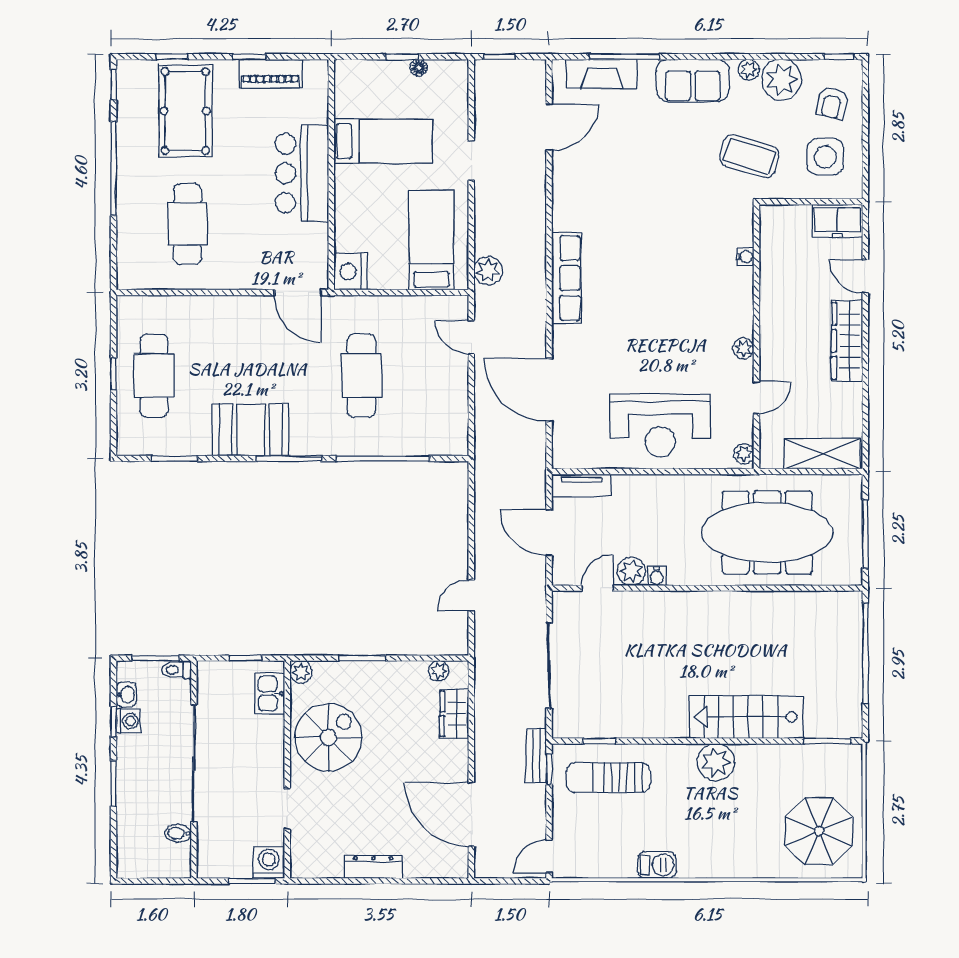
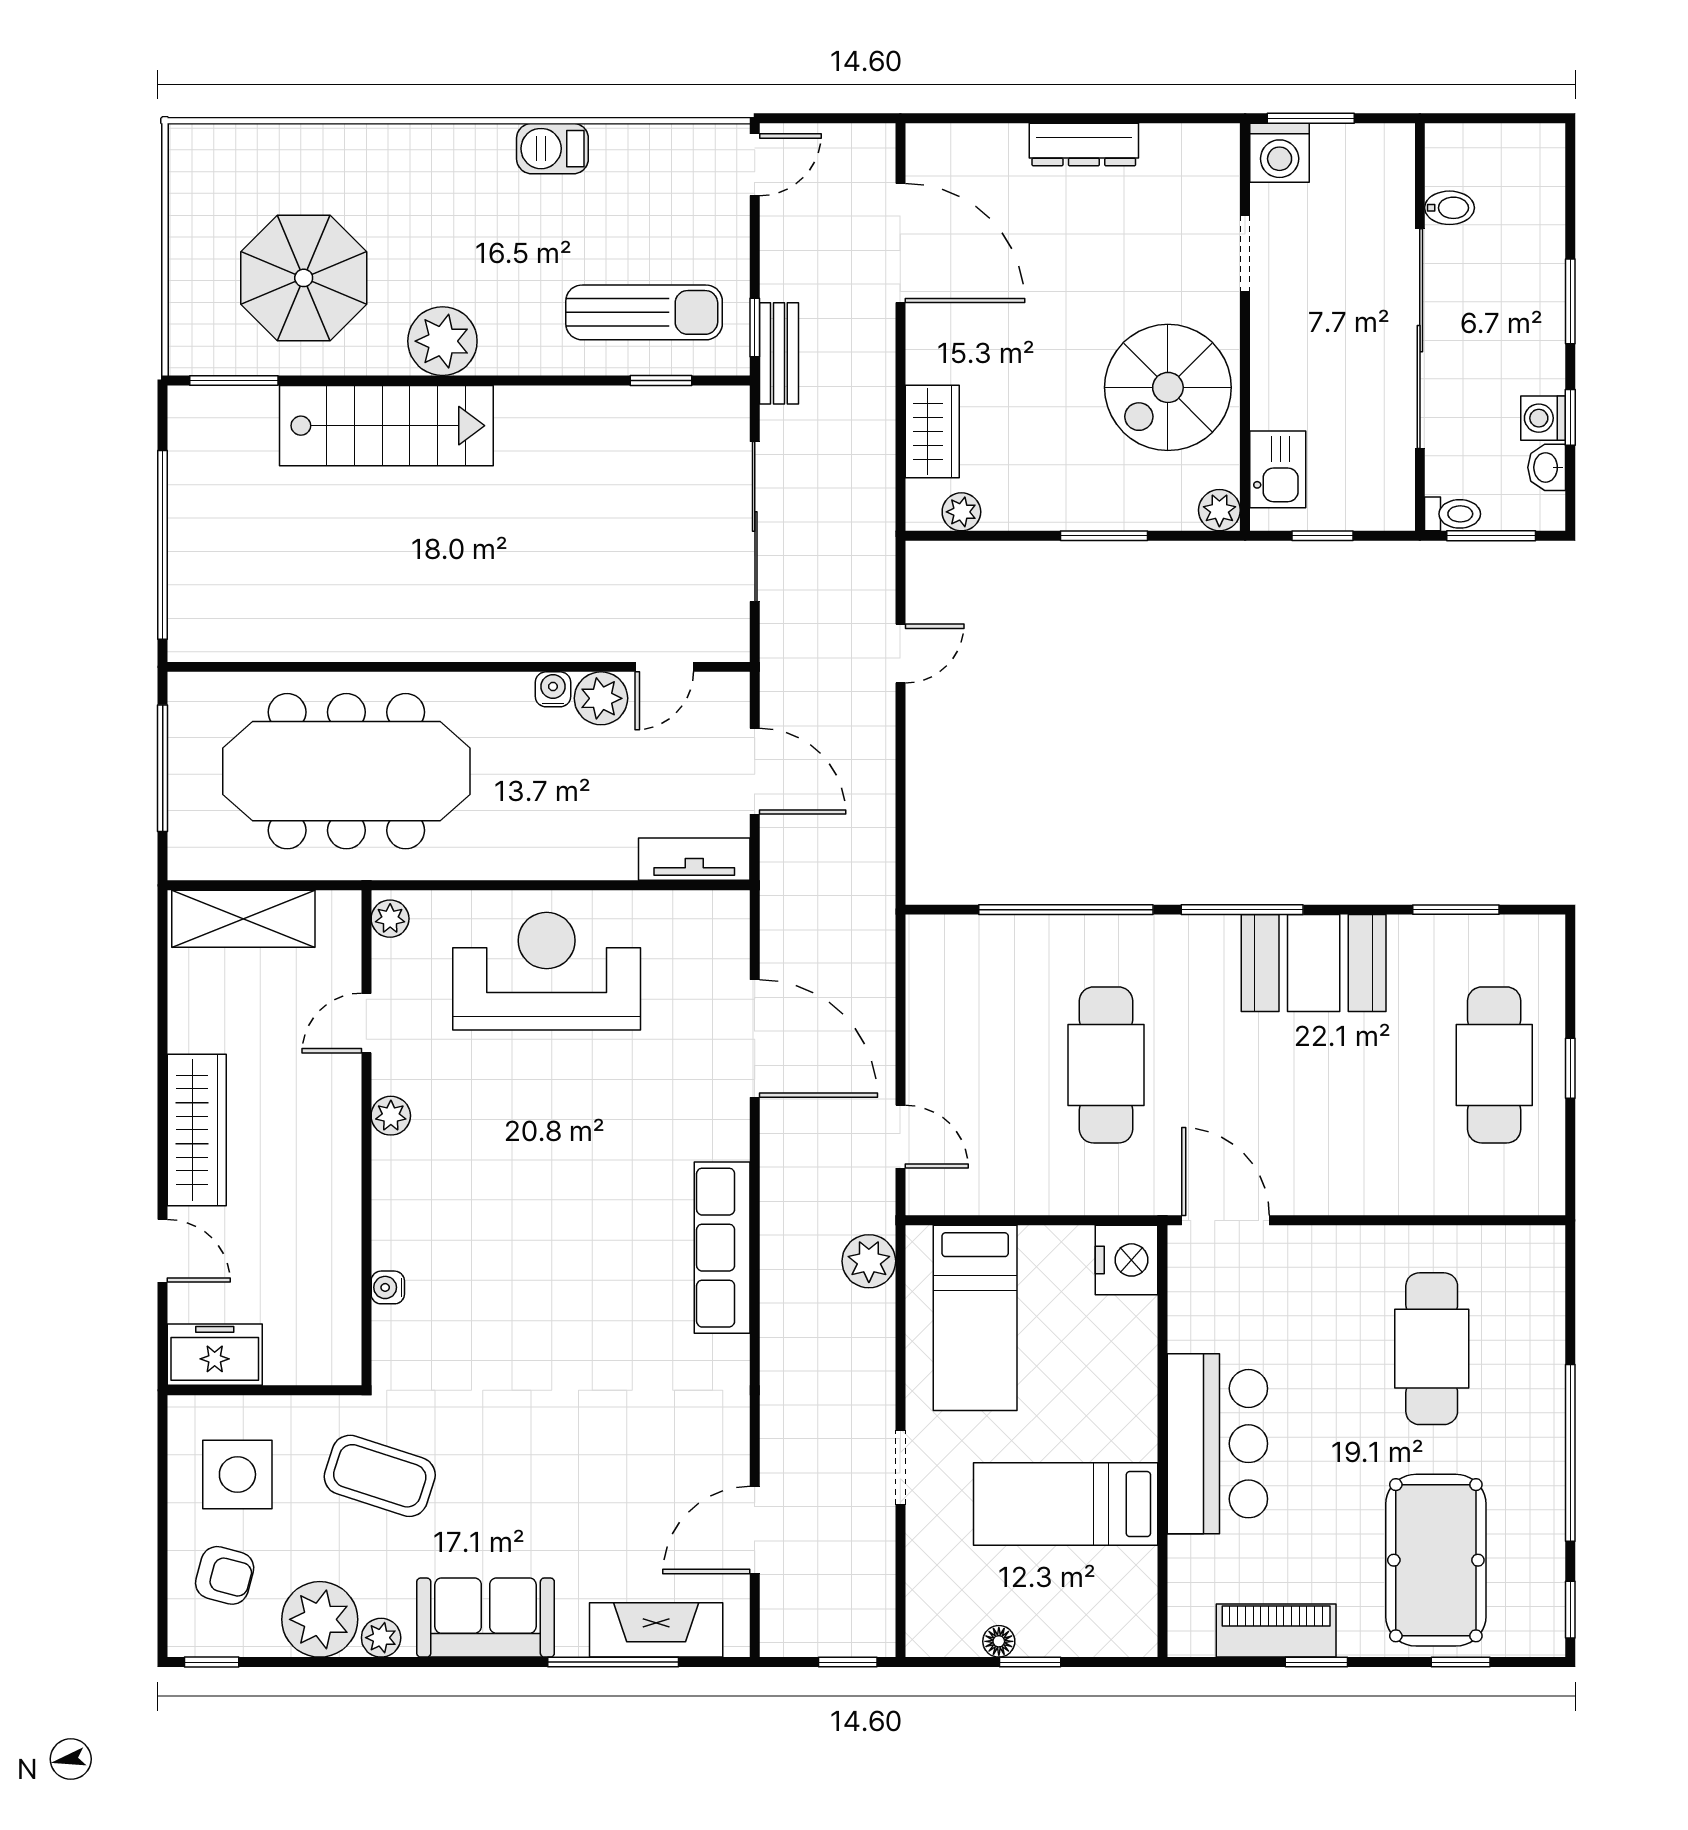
armchair: (832, 103) -> (225, 1575), turned 91
parasol: (819, 831) -> (304, 278), moved

